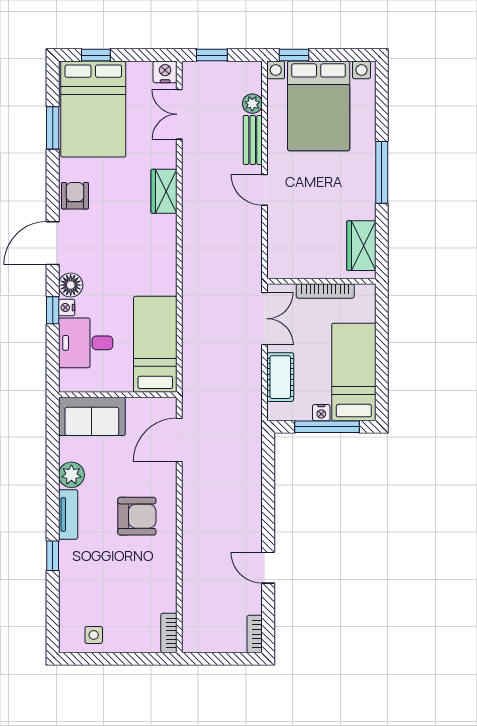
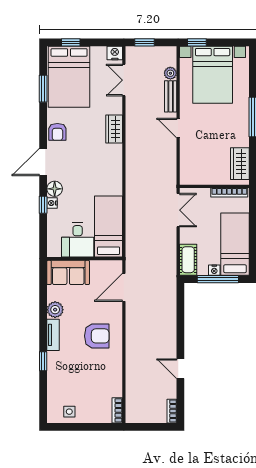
armchair: (75, 196) -> (57, 132), turned 180
bookcase: (325, 291) -> (229, 193), moved
desk: (86, 343) -> (78, 240), moved, turned -90
cot: (280, 377) -> (188, 260), moved

